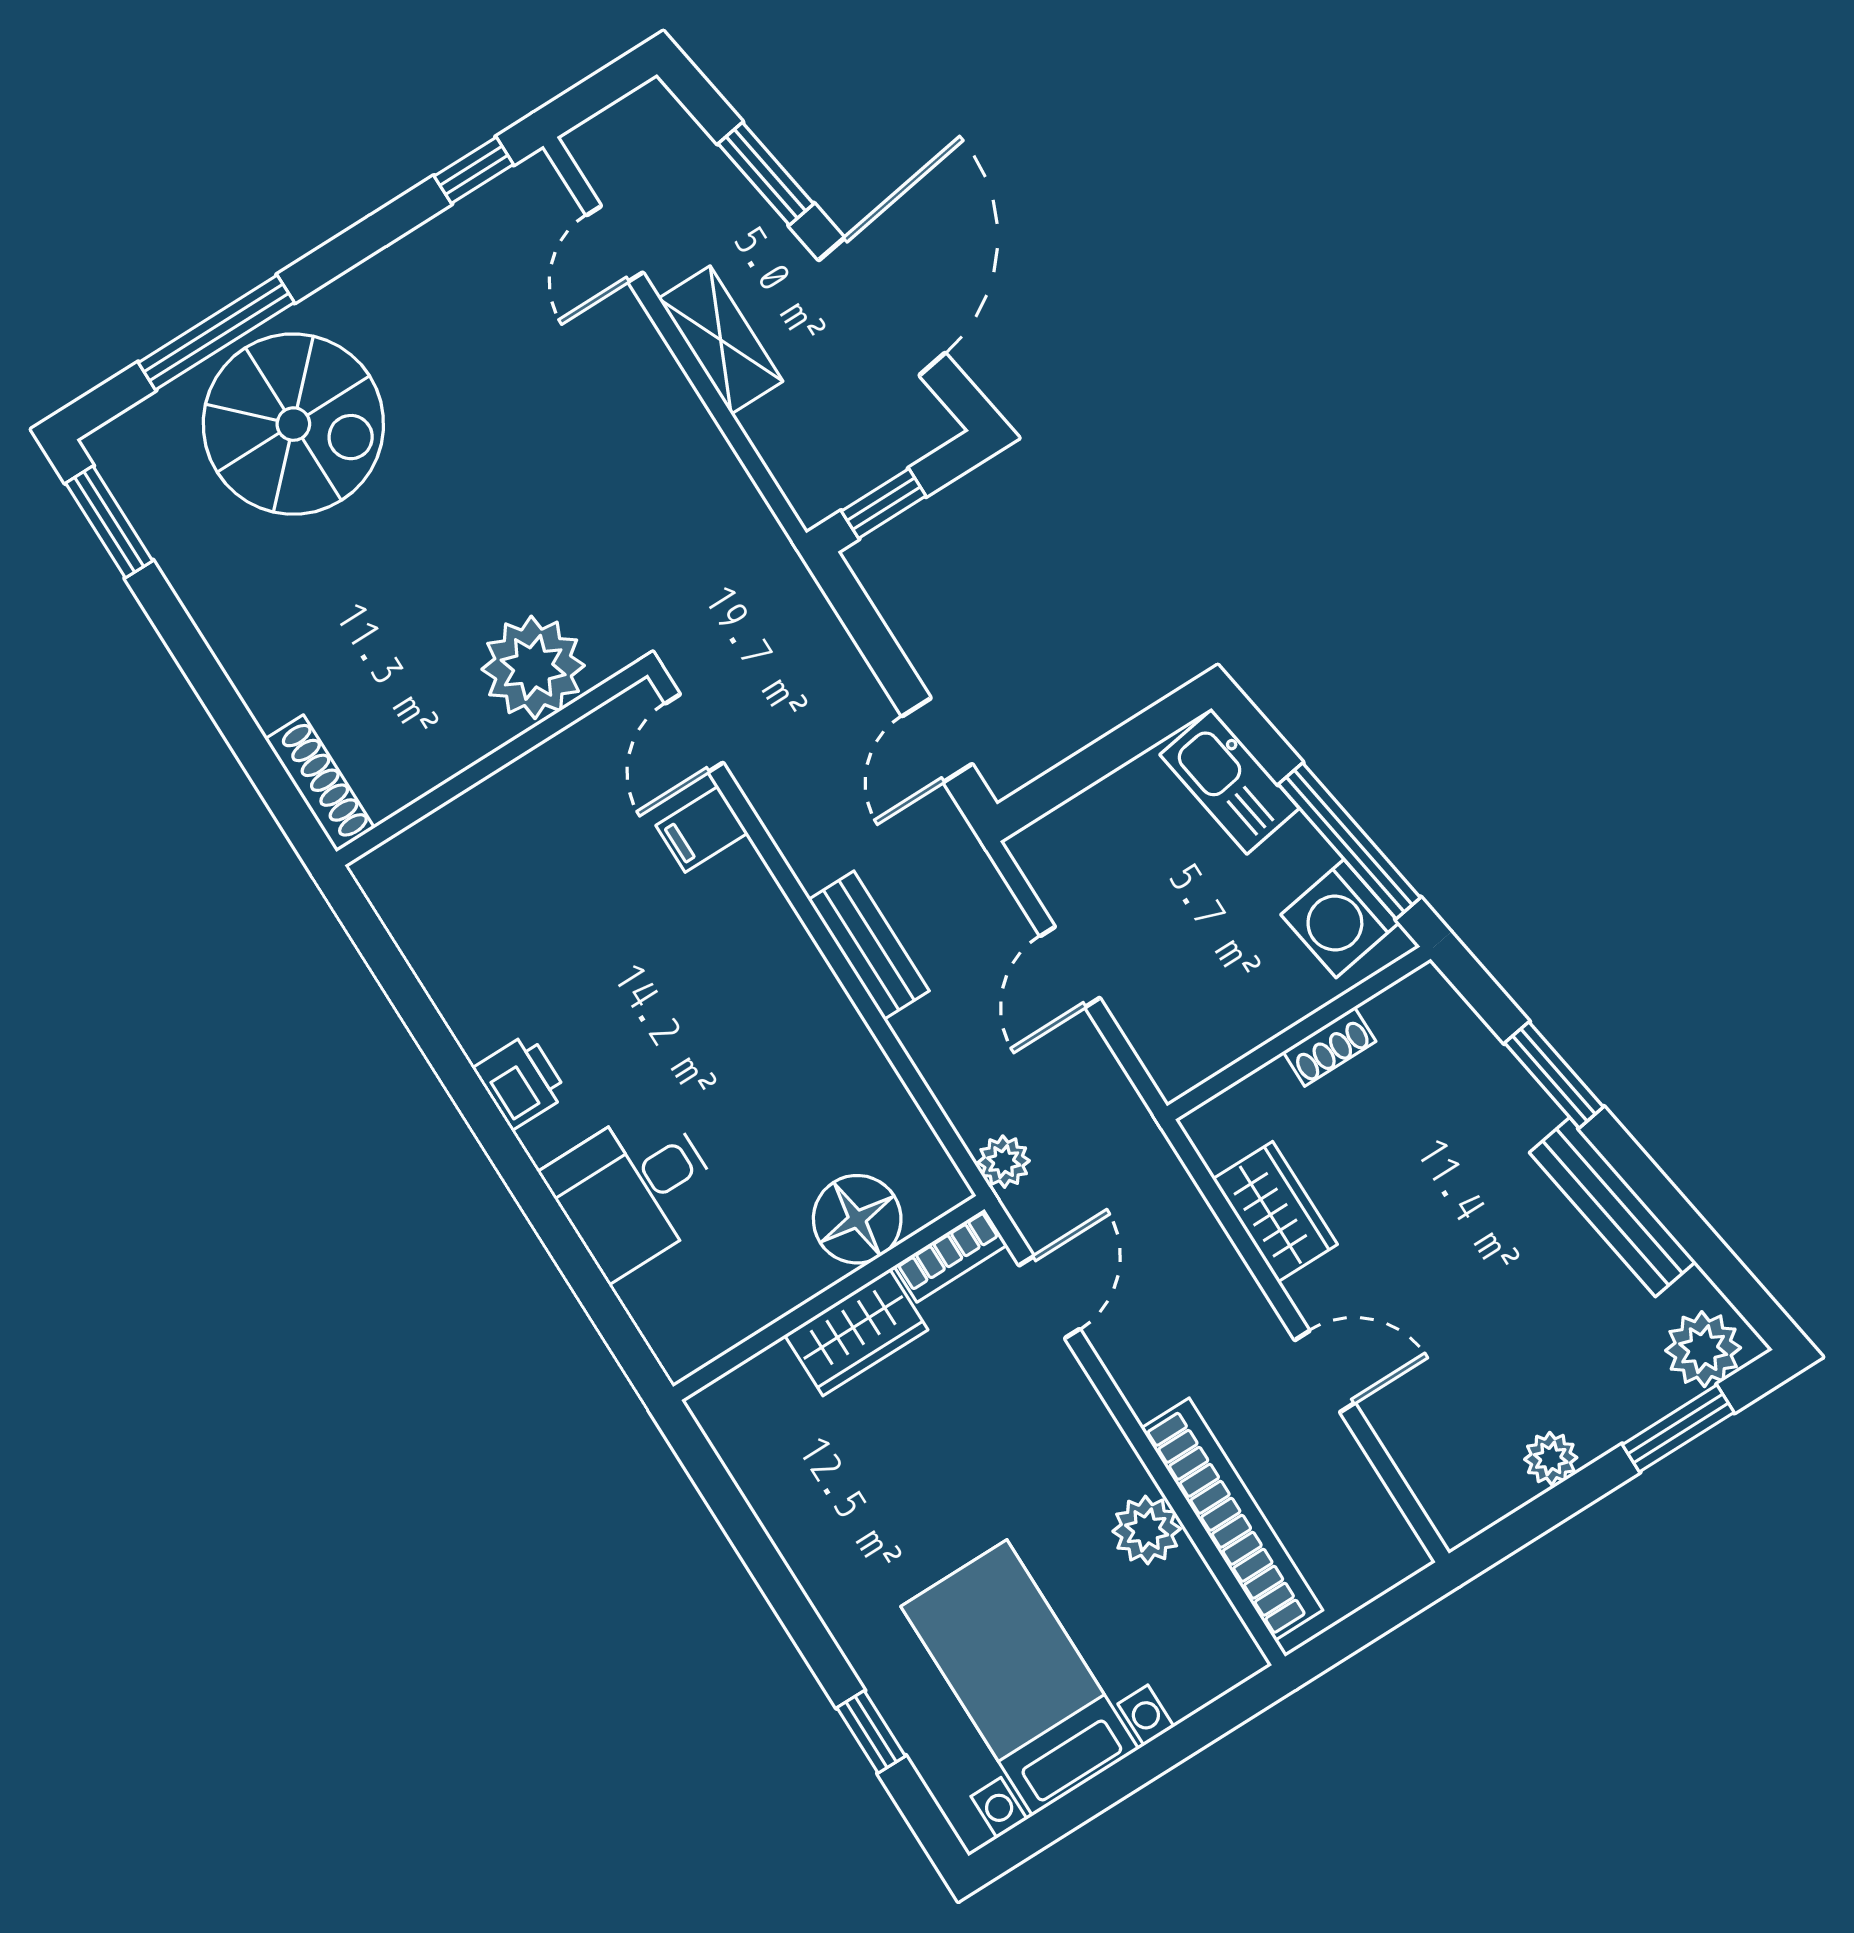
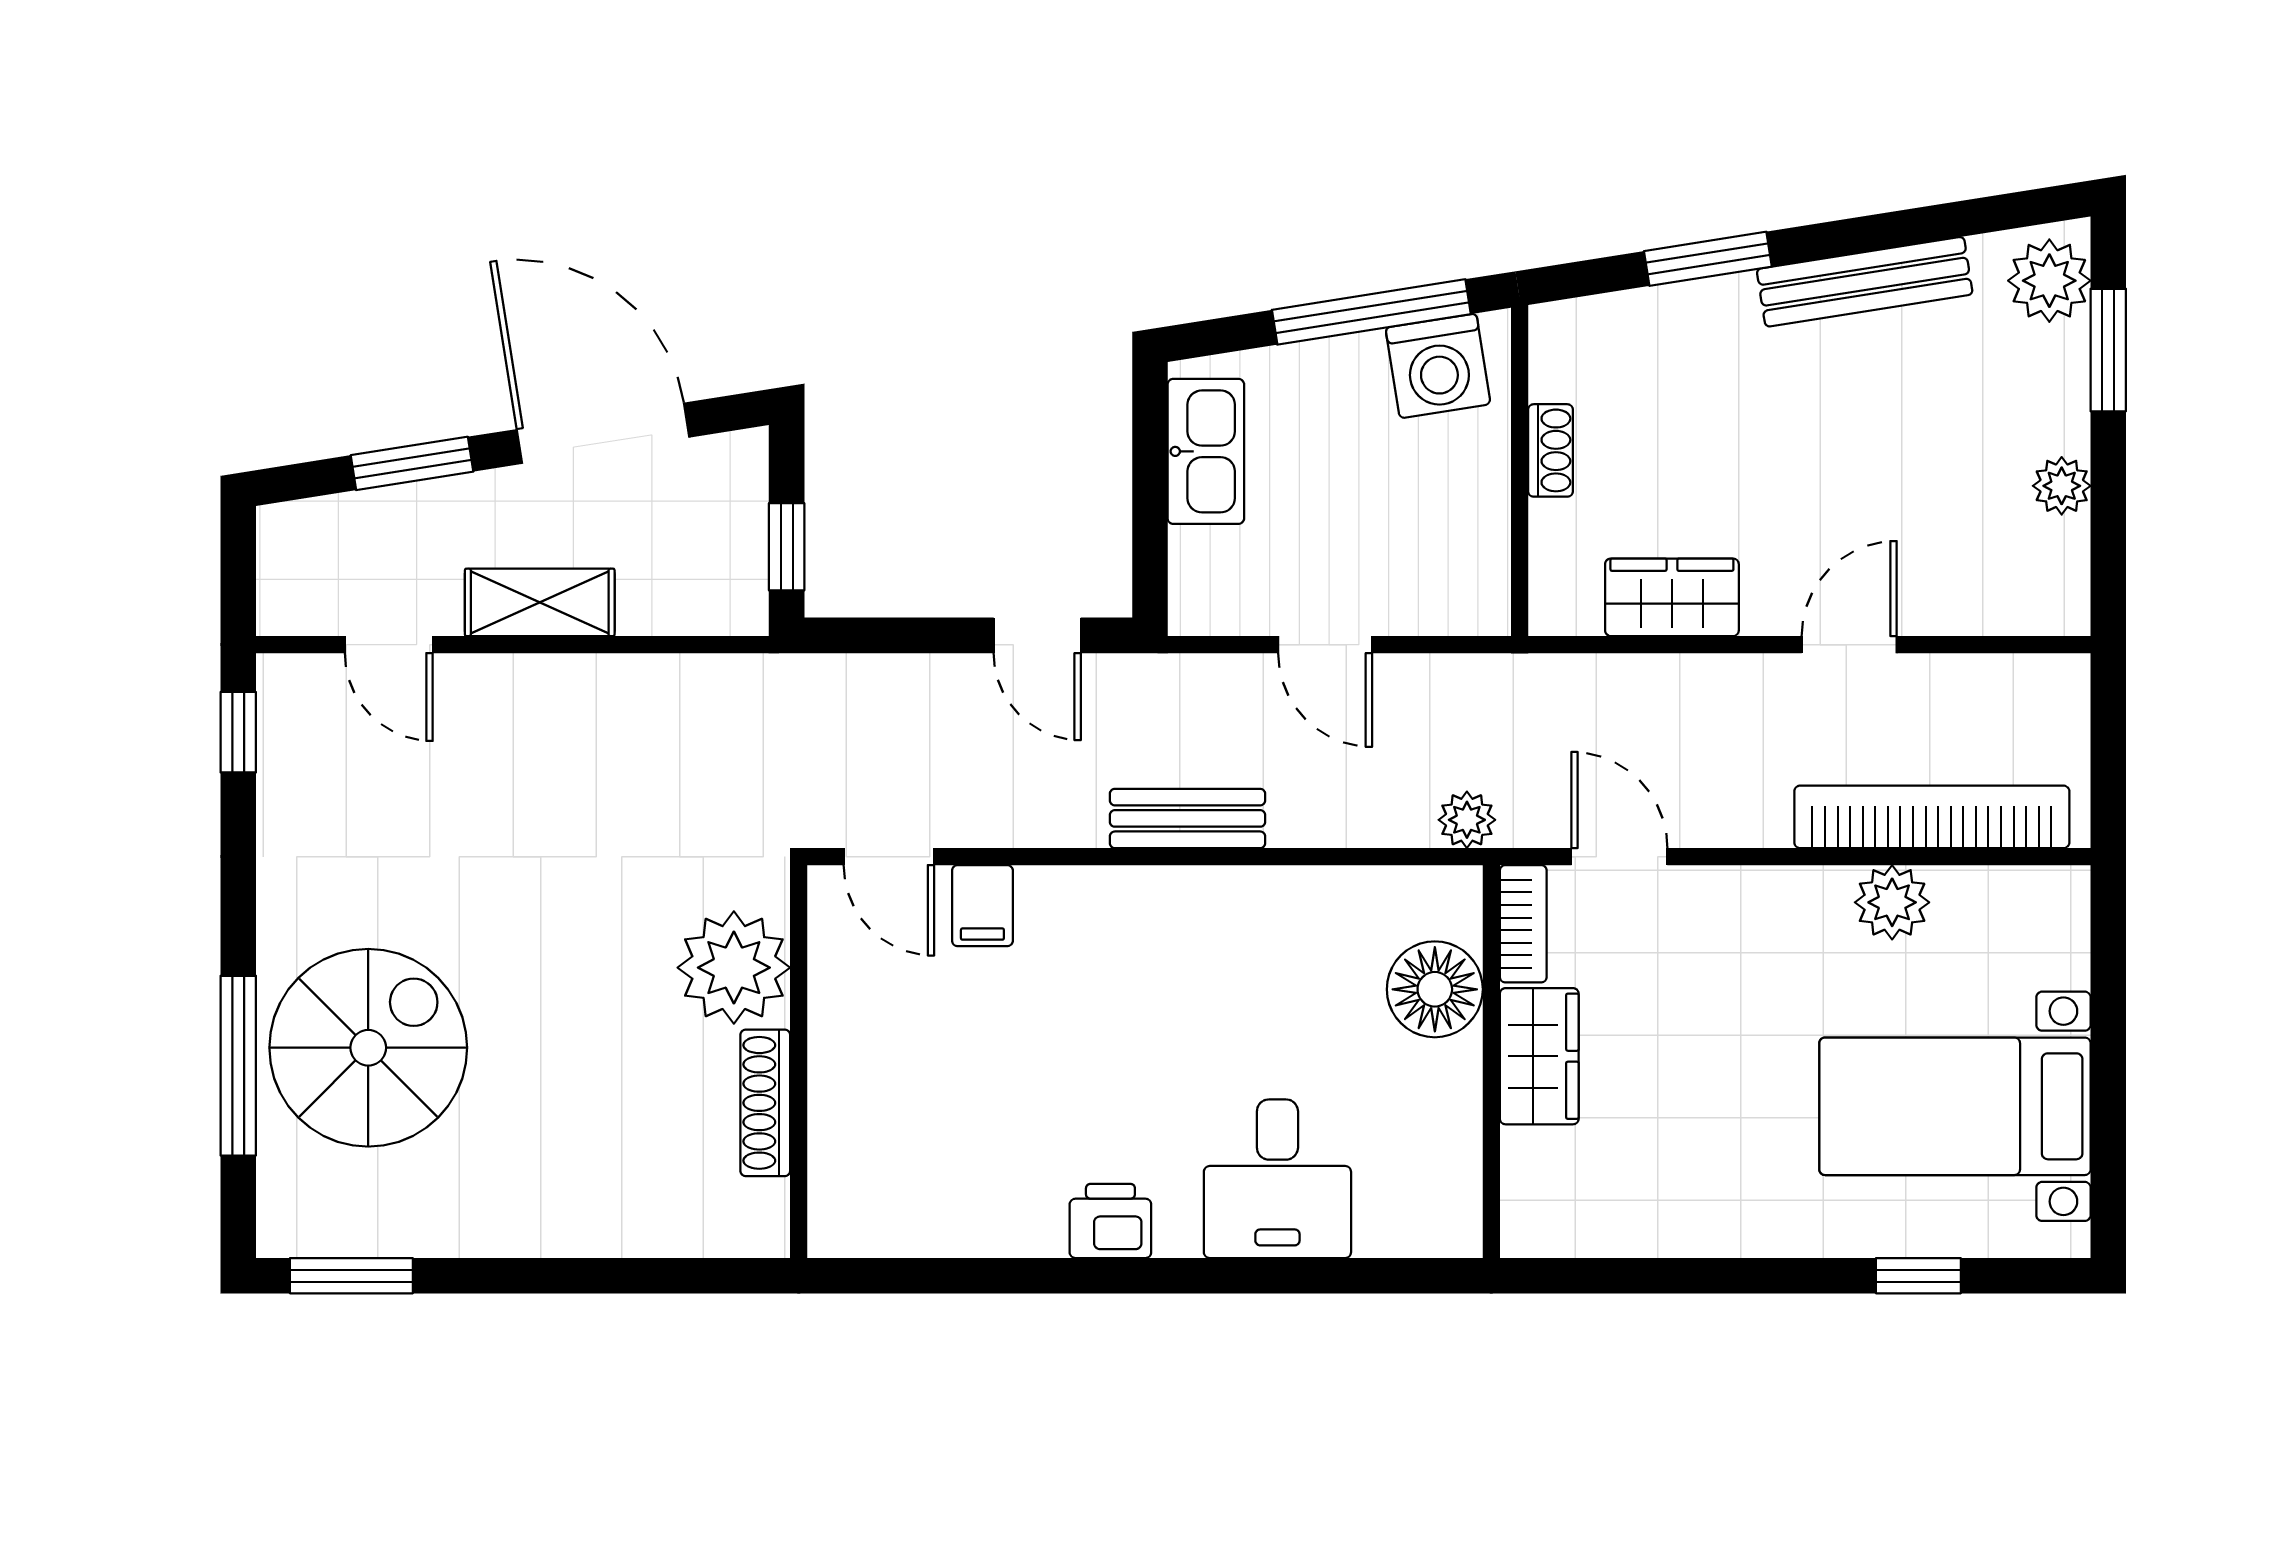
kitchen sink: (1230, 782) -> (1206, 451), moved, turned -81
shoe rack: (320, 783) -> (765, 1103), moved, turned -90

